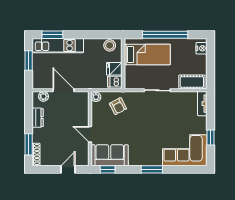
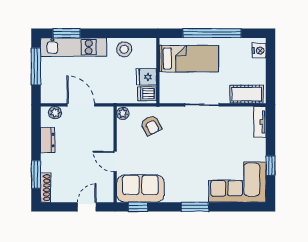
stool: (110, 45) -> (124, 49), moved
window: (29, 61) -> (36, 66), width x1.44

